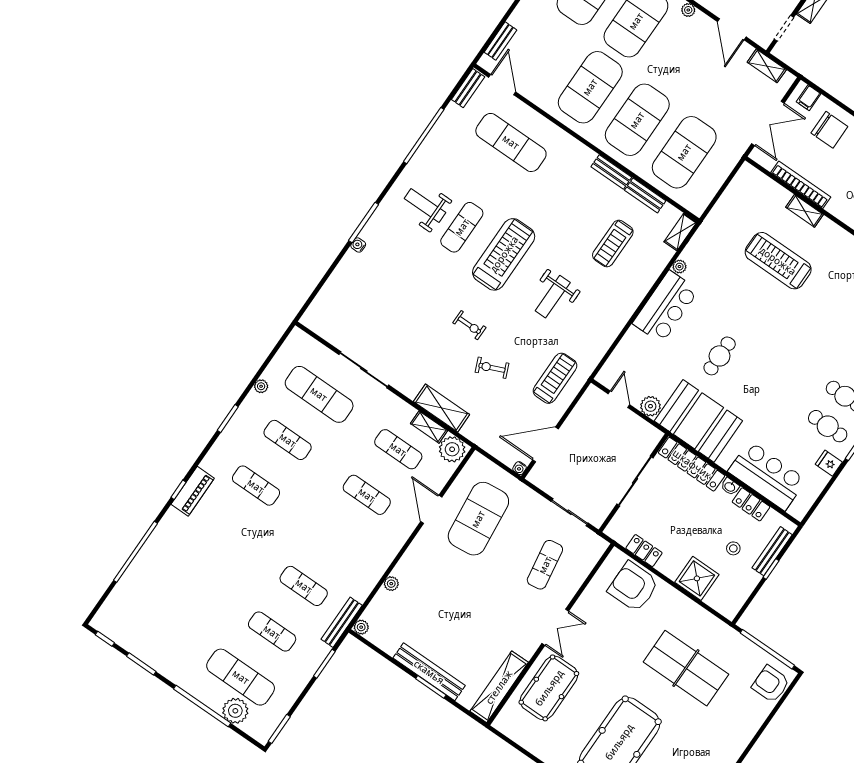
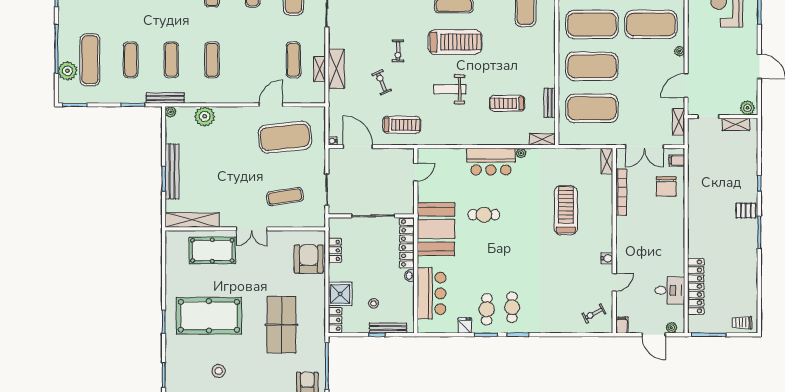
bench: (611, 172) -> (550, 73), removed
shelving: (805, 211) -> (607, 161), moved
plant: (651, 406) -> (425, 194), removed
plant: (452, 449) -> (316, 92), removed
exercise mat: (367, 495) -> (212, 60), moved
locker: (751, 504) -> (335, 320), moved, turned 180
plant: (391, 584) -> (205, 116), width x1.87, depth x1.87

